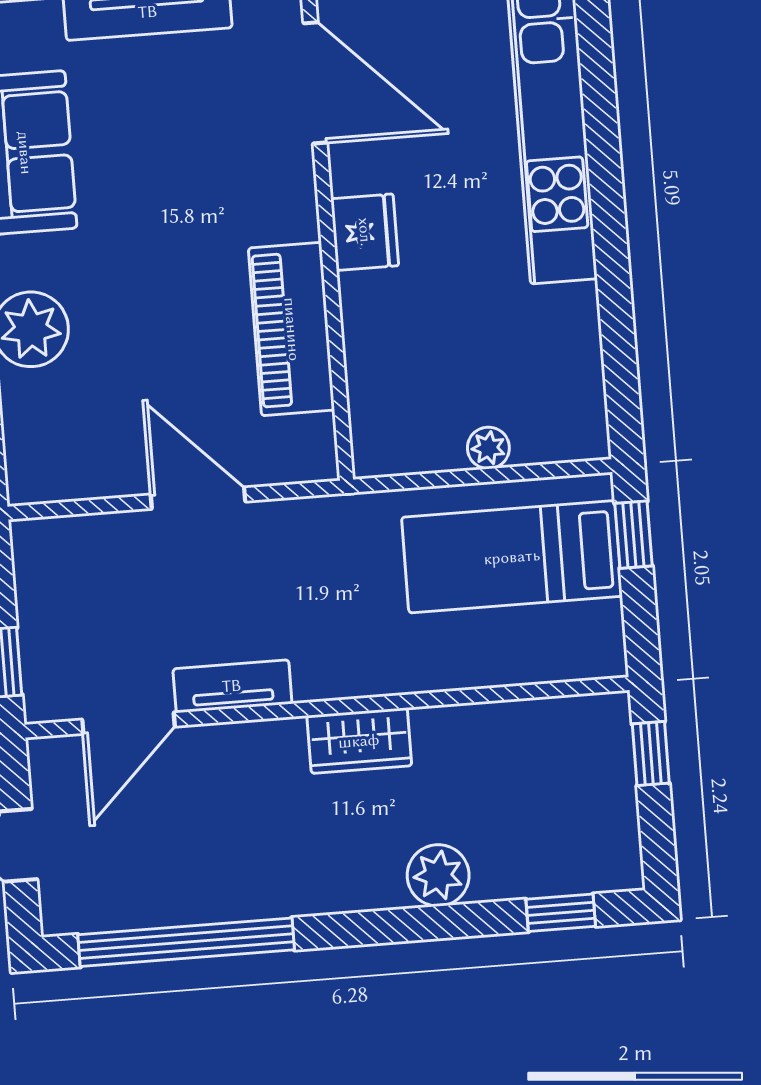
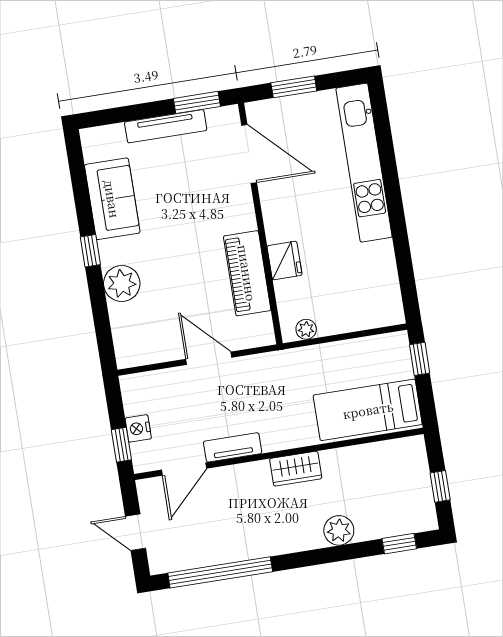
fridge: (365, 232) -> (284, 260), moved
plant: (488, 448) -> (306, 329), moved
bed: (512, 557) -> (368, 410), moved
nightstand: (41, 631) -> (138, 428), added
window: (651, 754) -> (440, 486), moved

